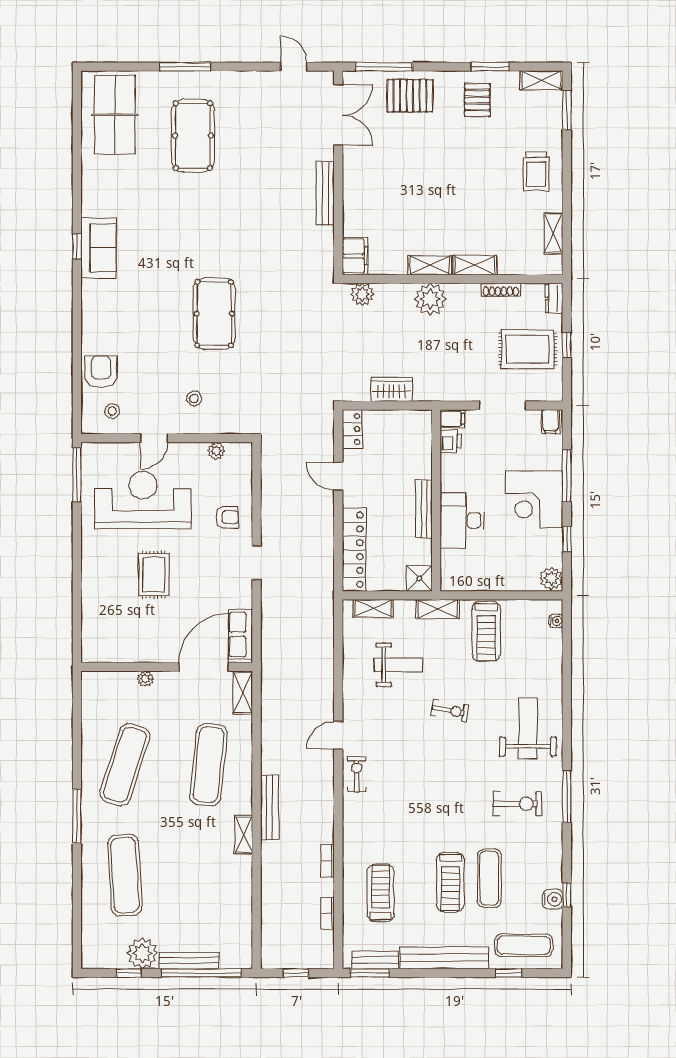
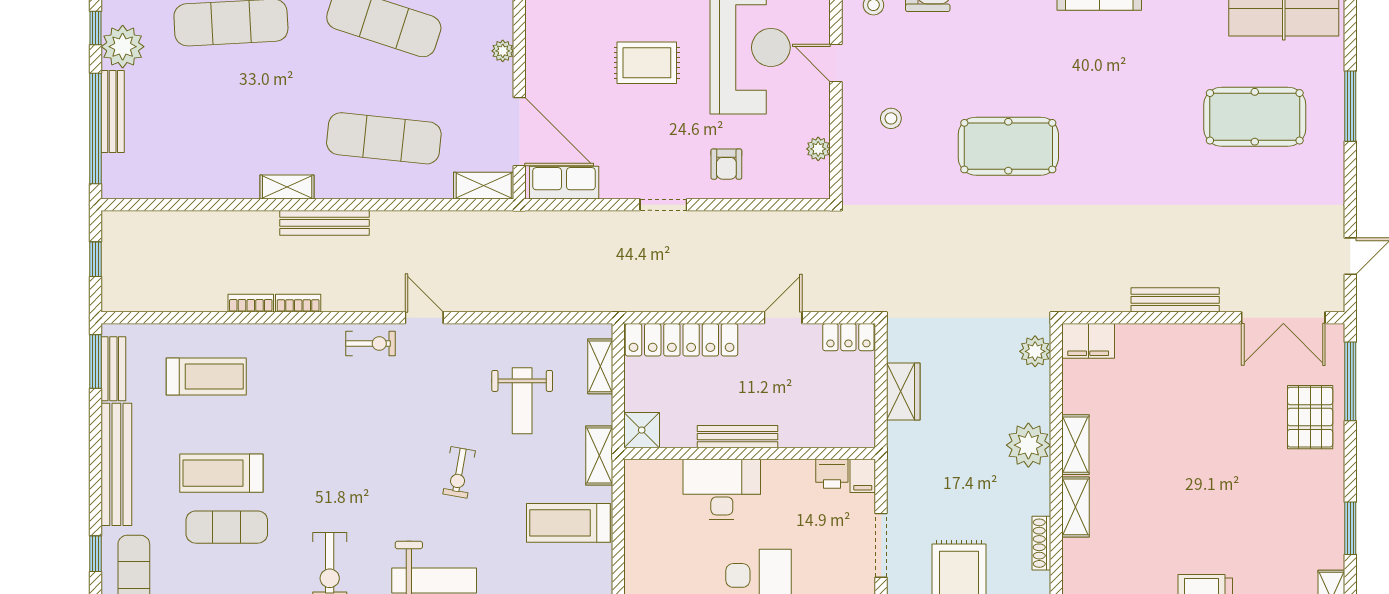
pallet: (477, 100) -> (1304, 510), removed
bookcase: (328, 914) -> (298, 303), moved

